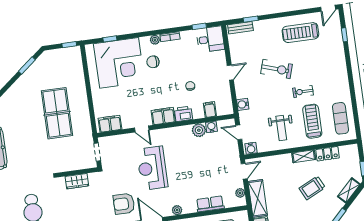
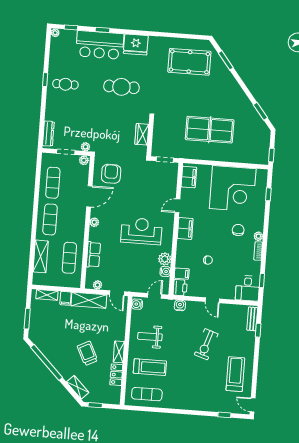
corner desk: (119, 63) -> (233, 189), moved, turned -90
exercise bike: (303, 92) -> (180, 364), removed
printer: (183, 114) -> (180, 288), moved
reception desk: (152, 168) -> (141, 231), moved

